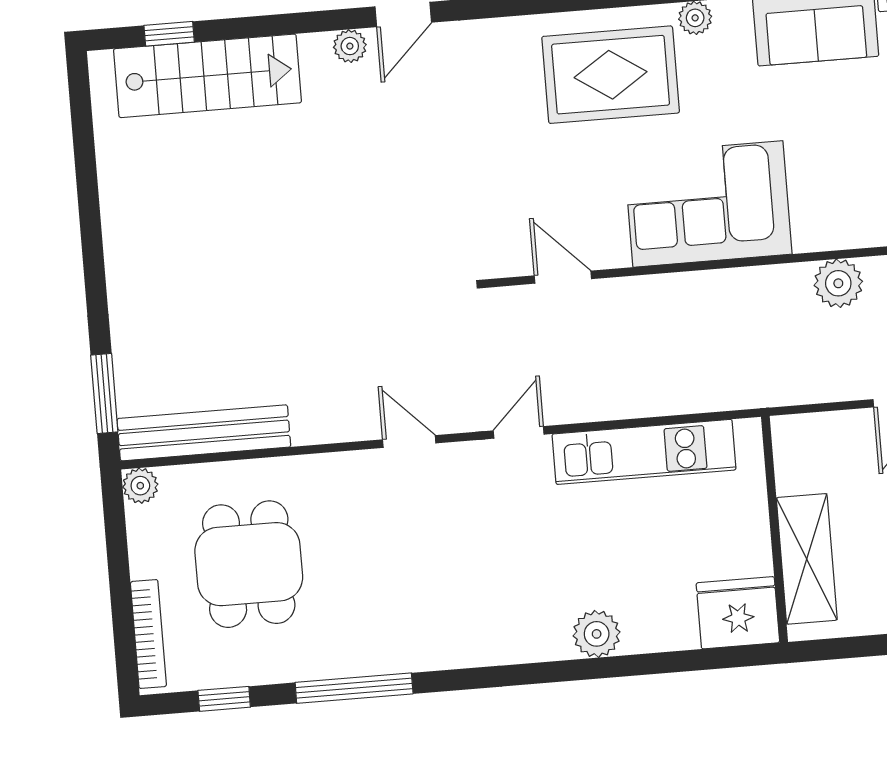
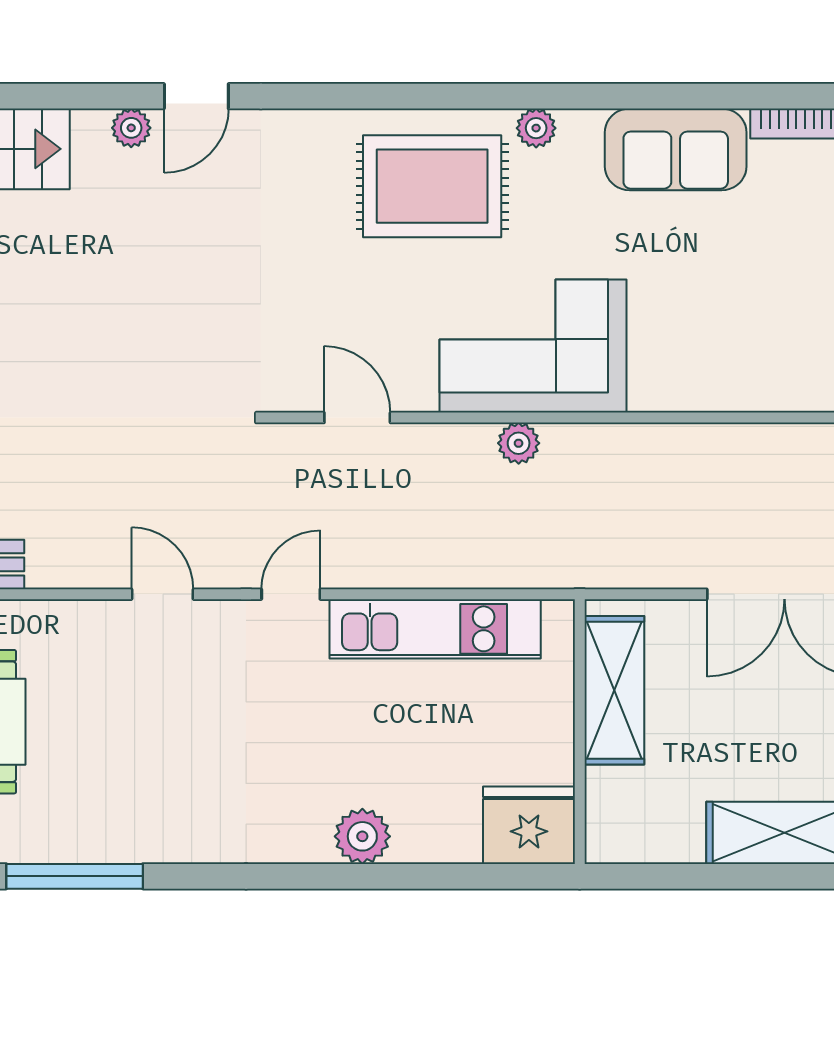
plant: (838, 283) -> (519, 443), moved, width x0.73, depth x0.73
shelving: (807, 559) -> (614, 690), moved

